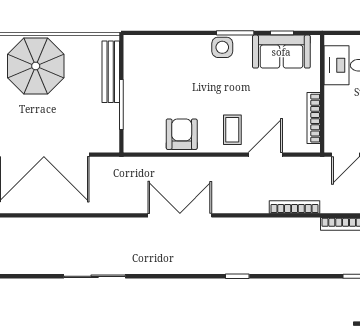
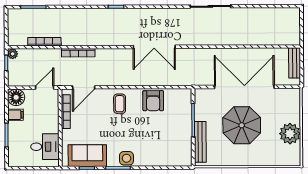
parasol: (36, 66) -> (242, 125), moved
door: (265, 155) -> (84, 87), moved

